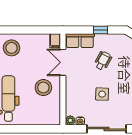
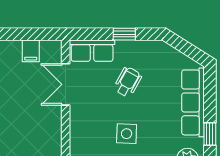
filing cabinet: (55, 41) -> (31, 51), moved
stool: (43, 88) -> (35, 123), removed

